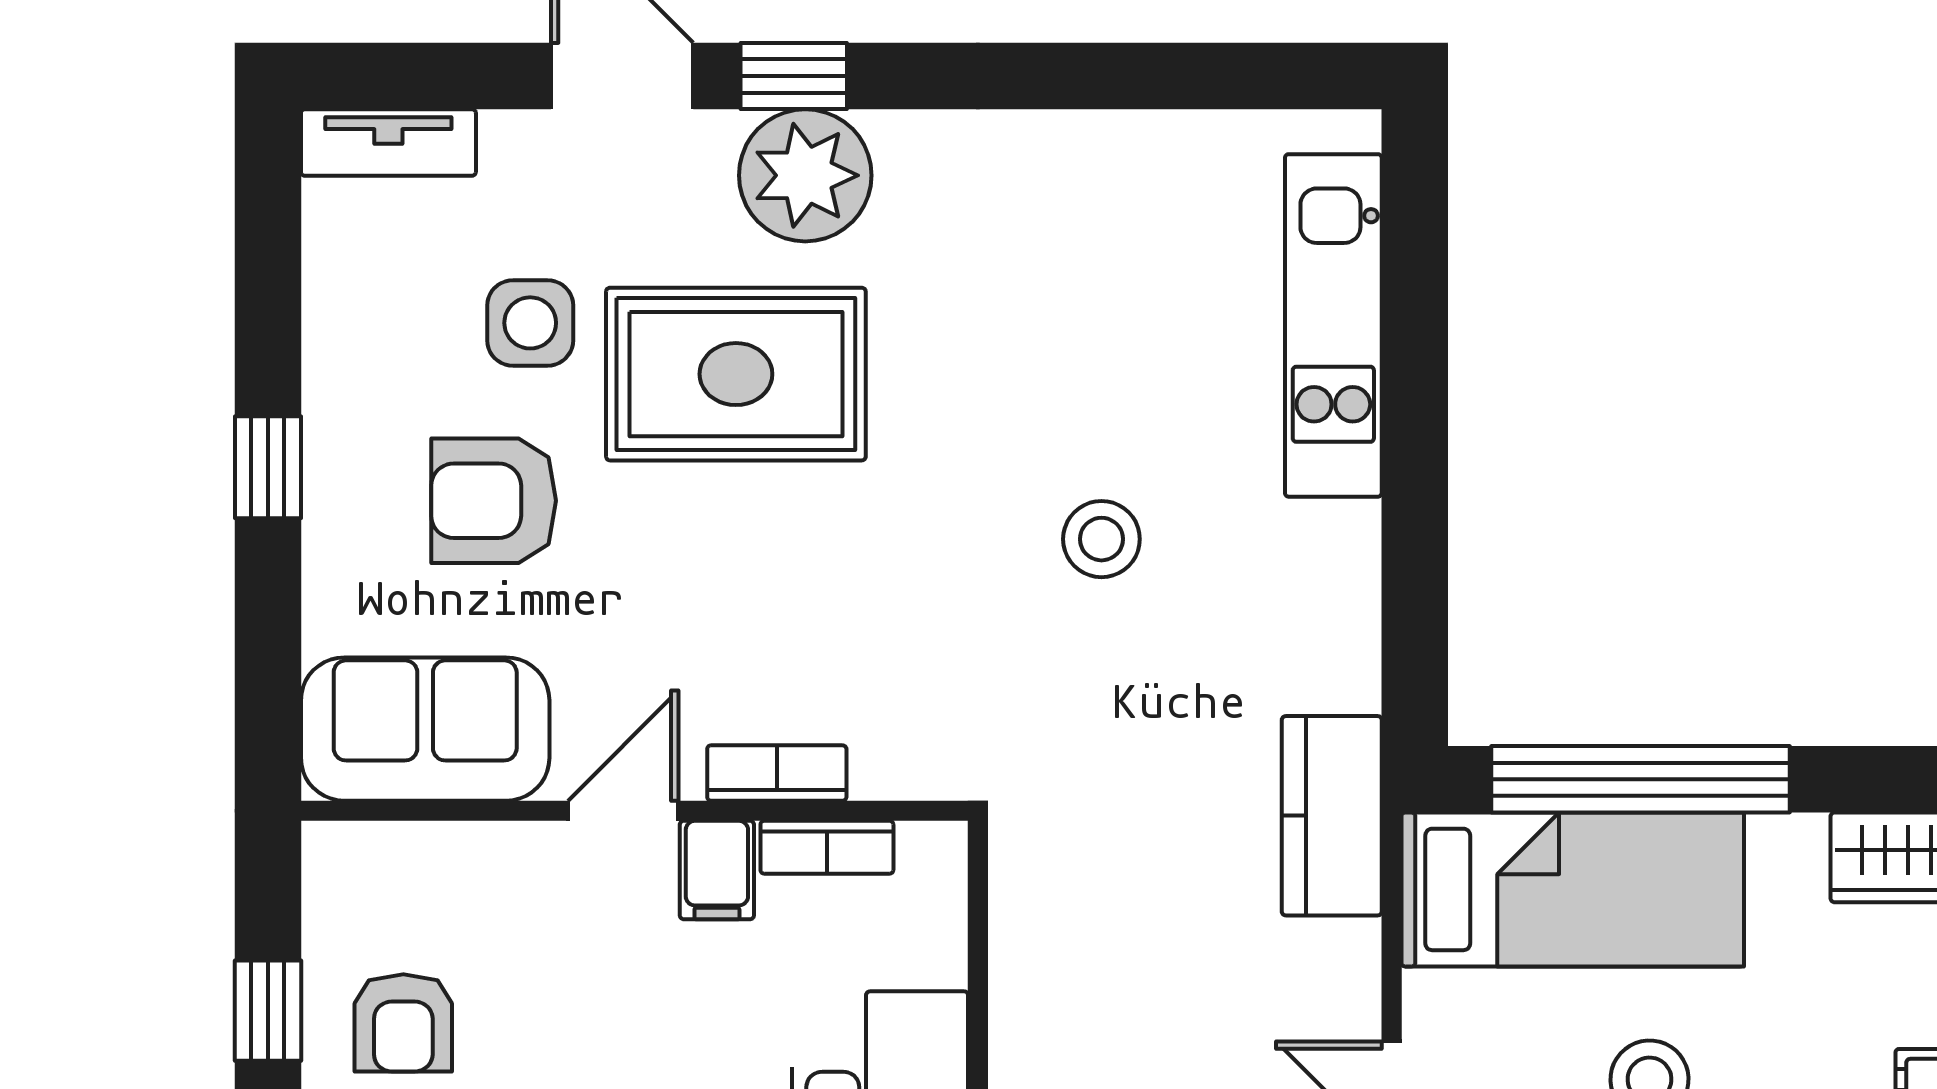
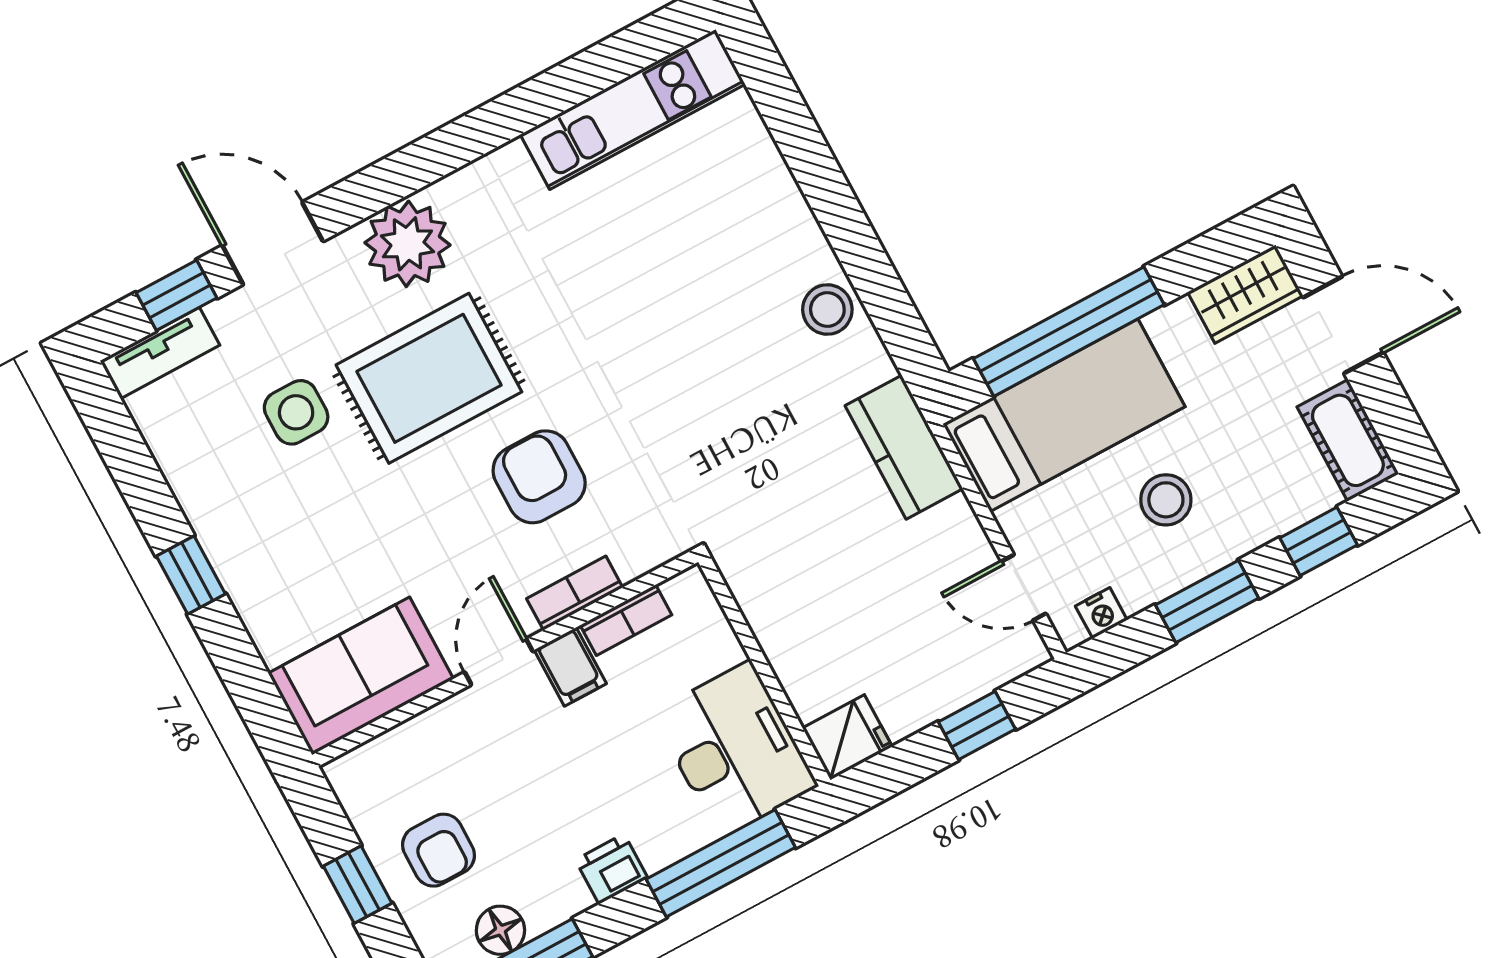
window: (794, 76) -> (176, 295), moved
kitchen unit: (1333, 325) -> (633, 109), moved, turned -90
armchair: (494, 501) -> (539, 477), moved, turned 90
stool: (1101, 539) -> (827, 310), moved

